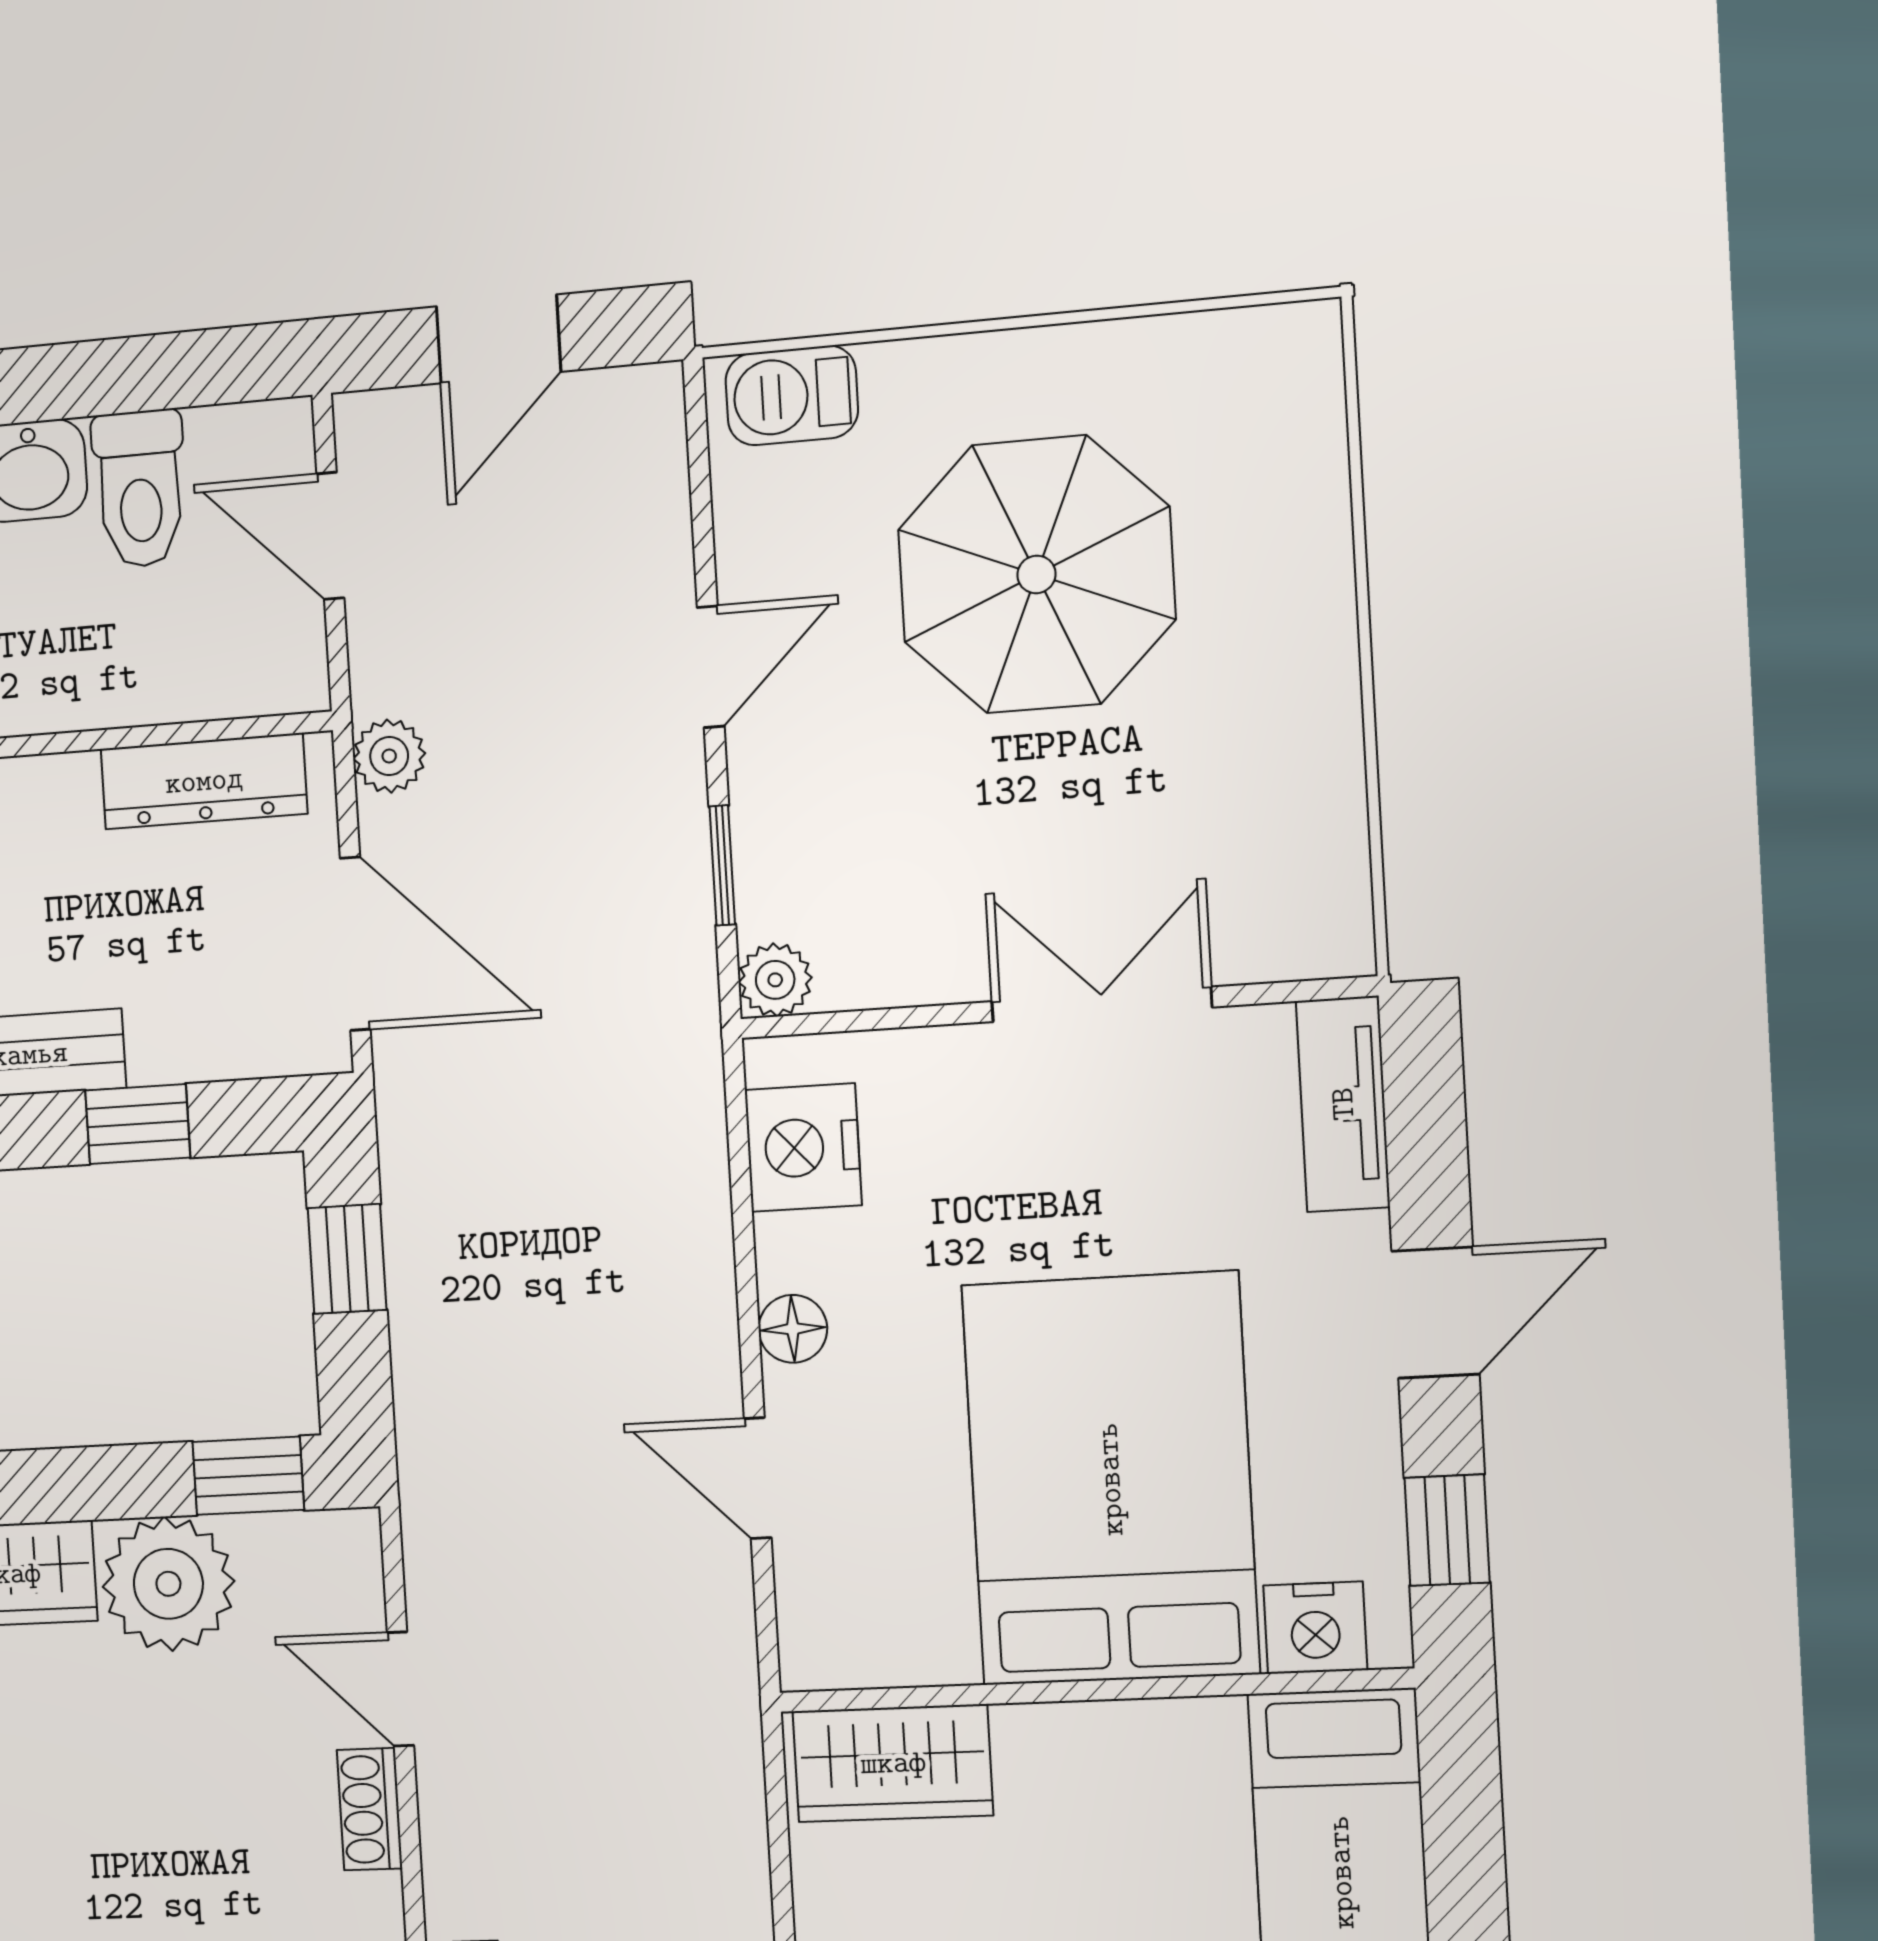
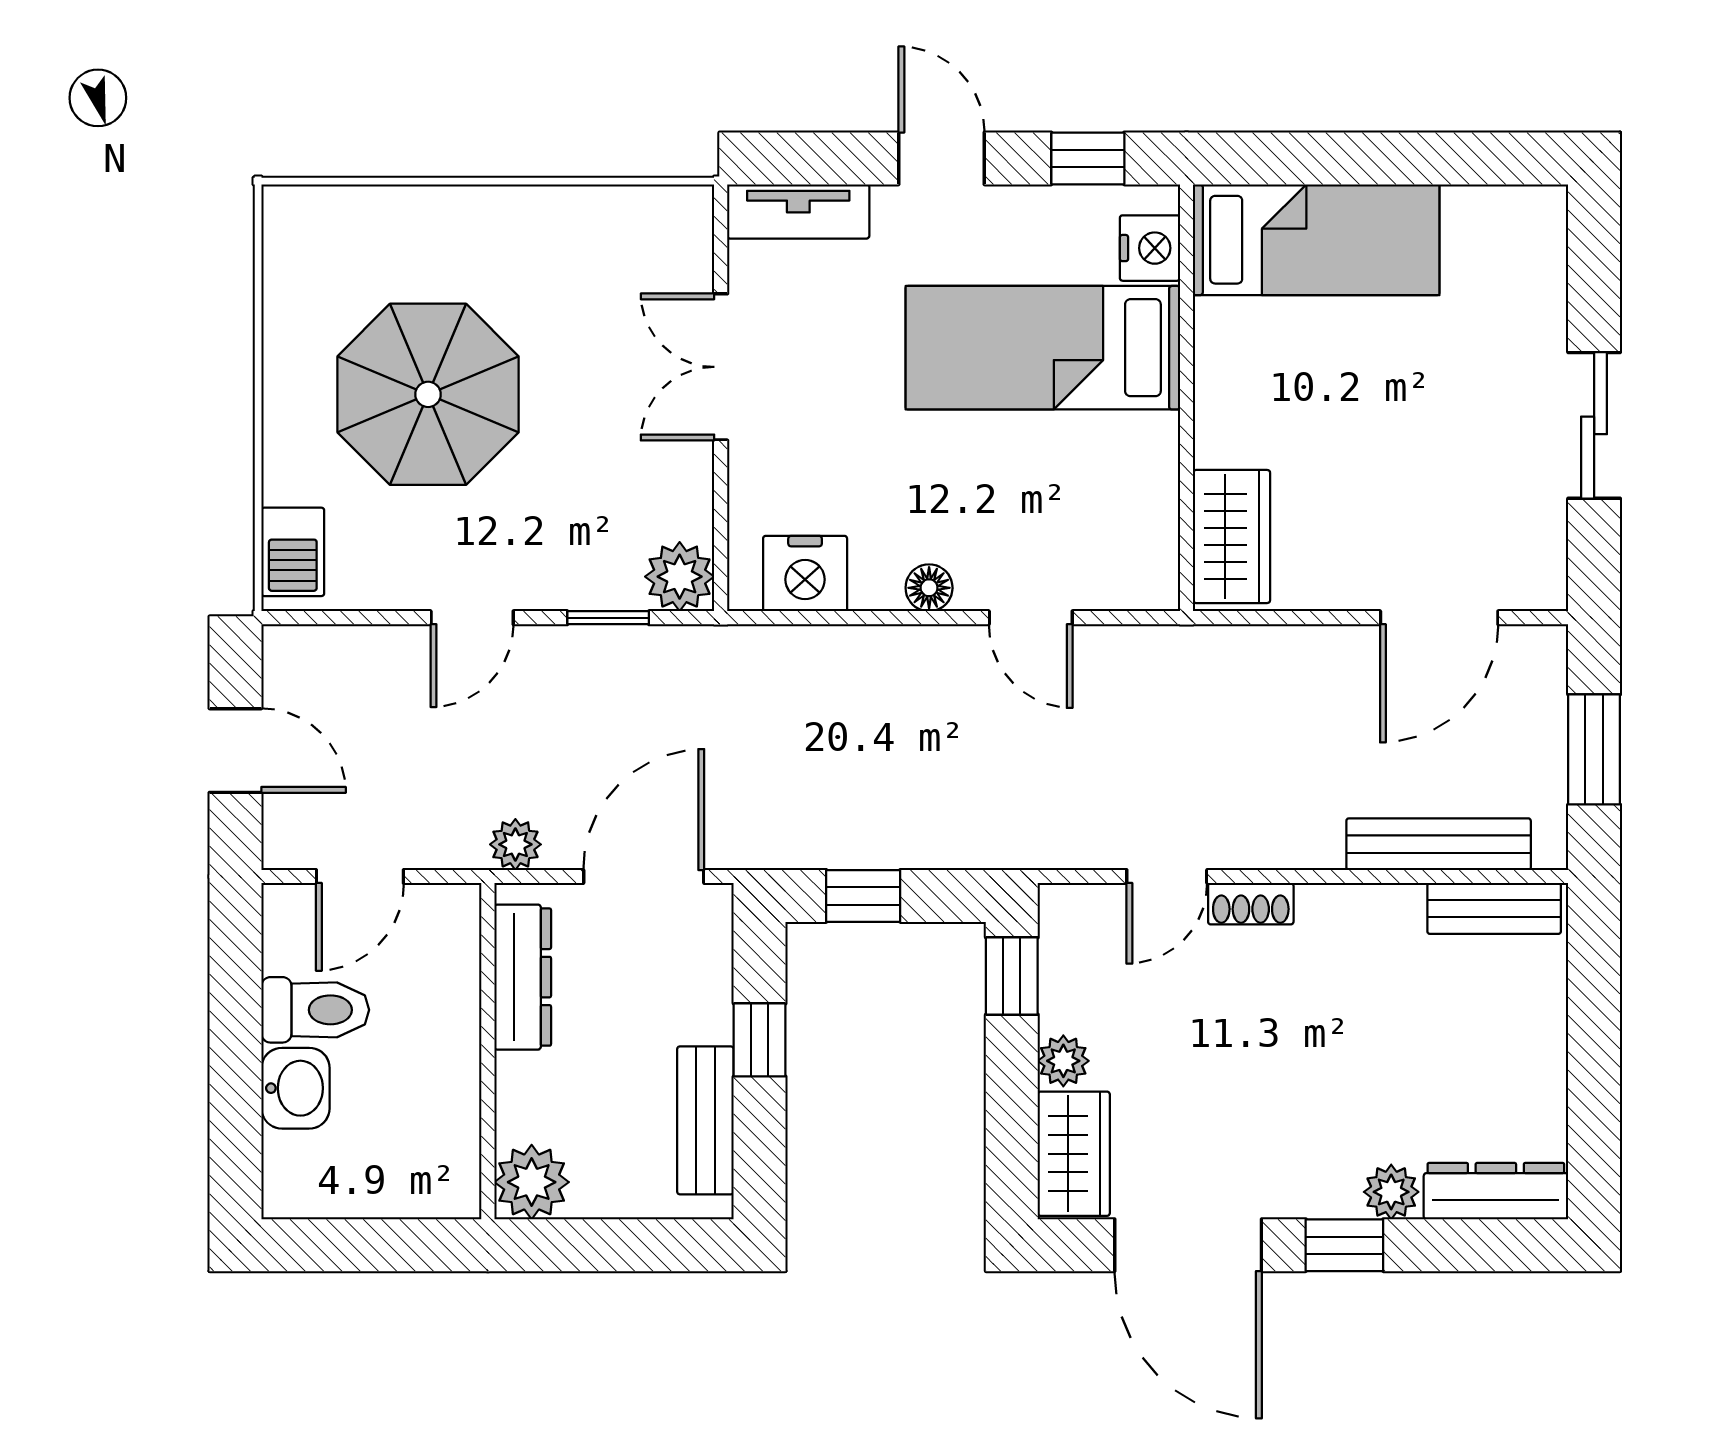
door: (711, 667) -> (472, 618), swing flipped
plant: (775, 980) -> (680, 577), width x1.38, depth x1.38
door: (758, 1478) -> (1031, 618), hinge flipped
bed: (1110, 1479) -> (1043, 348), width x0.67
plant: (168, 1584) -> (1063, 1061), width x0.53, depth x0.53

